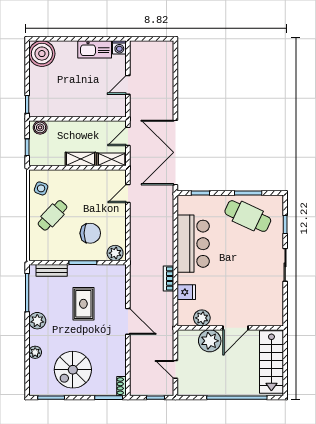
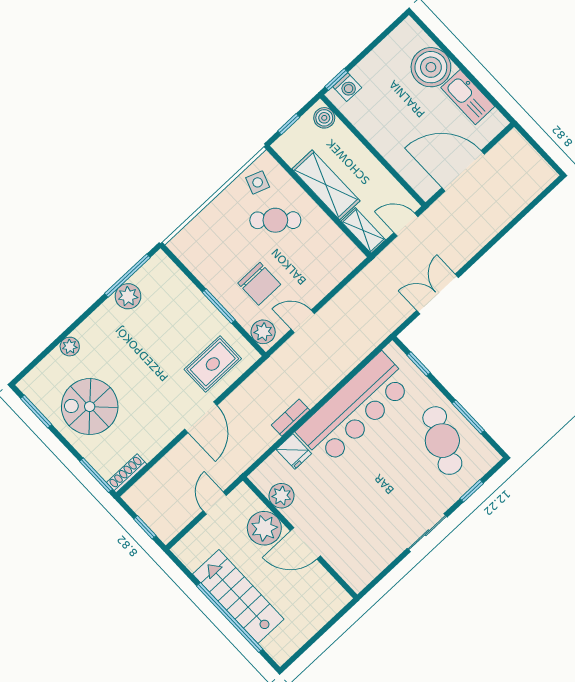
washing machine: (119, 47) -> (347, 87), moved, turned -90
boiler: (42, 54) -> (431, 67), moved
door: (128, 85) -> (463, 171), width x1.87
double door: (175, 152) -> (437, 294), width x0.54
shelving: (81, 159) -> (326, 185), width x1.50, depth x1.33
door: (128, 194) -> (303, 321), moved
cafe table: (53, 215) -> (275, 220), moved
bar counter: (193, 244) -> (355, 409), width x1.36
bench: (52, 270) -> (178, 280), removed
rug: (83, 304) -> (213, 364), moved
plant: (37, 321) -> (128, 296), moved
stairs: (271, 362) -> (238, 597), moved, turned 90
door: (175, 369) -> (215, 503), moved
shoe rack: (121, 386) -> (127, 473), width x1.43

